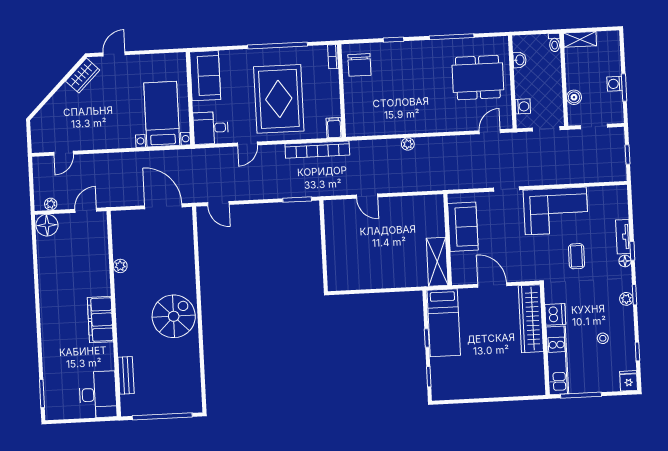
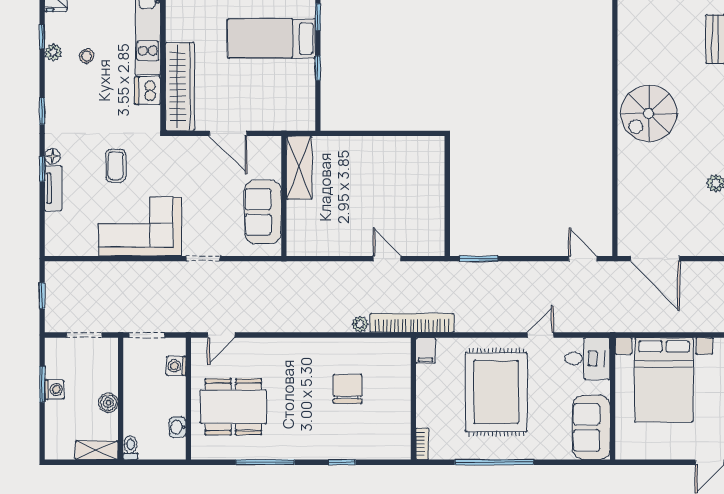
chair: (359, 65) -> (348, 389), moved
boiler: (574, 97) -> (108, 403), moved
bed with nightstands: (162, 114) -> (664, 380), width x1.36
plant: (408, 144) -> (360, 324), moved
bookcase: (317, 150) -> (412, 323), moved
plant: (626, 299) -> (53, 52), moved
bed: (444, 323) -> (271, 38), moved, turned -90

